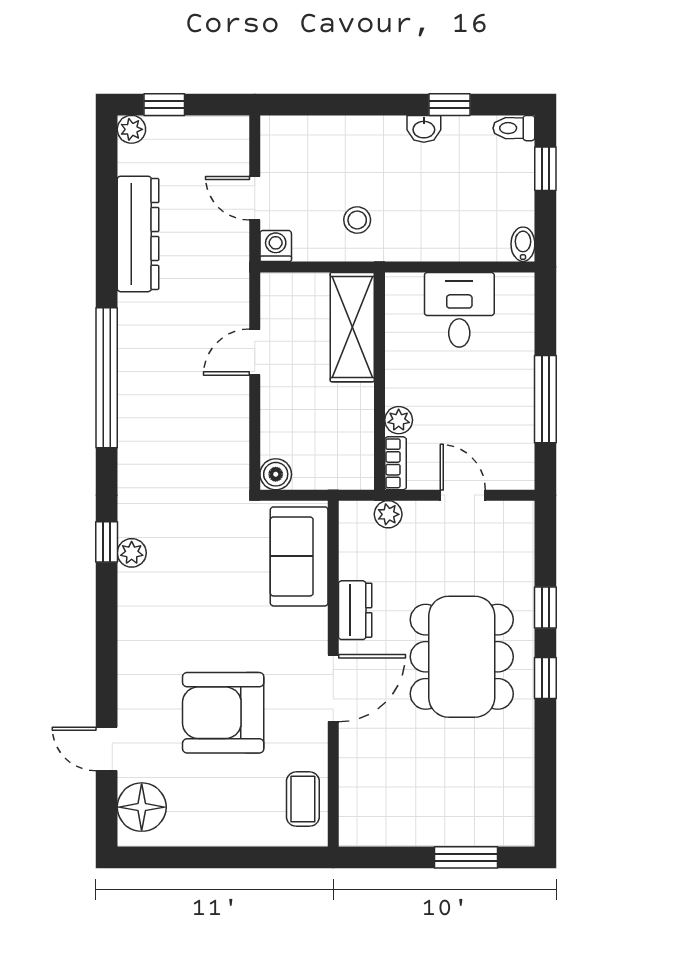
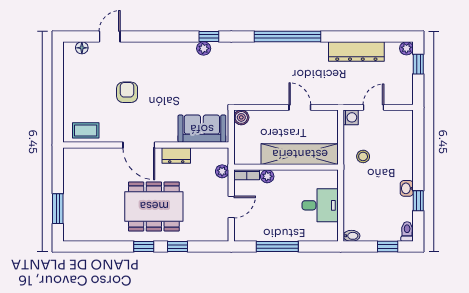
shelving: (352, 327) -> (300, 154), width x1.47
armchair: (223, 713) -> (127, 92), width x0.53, depth x0.53
floor lamp: (142, 807) -> (82, 48), width x0.53, depth x0.53

